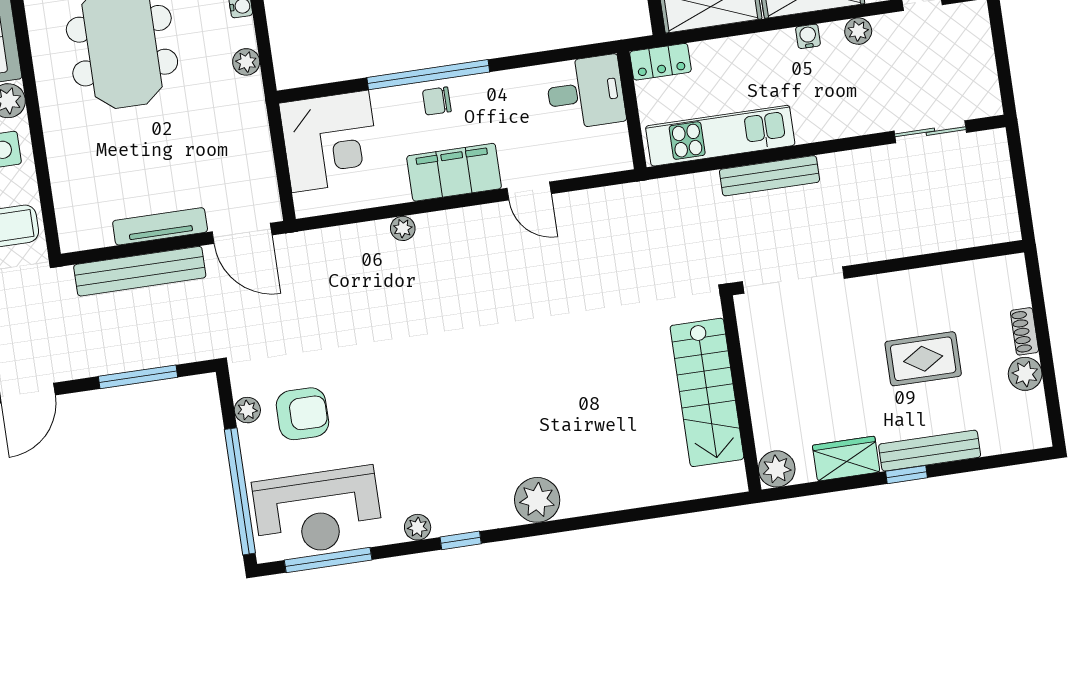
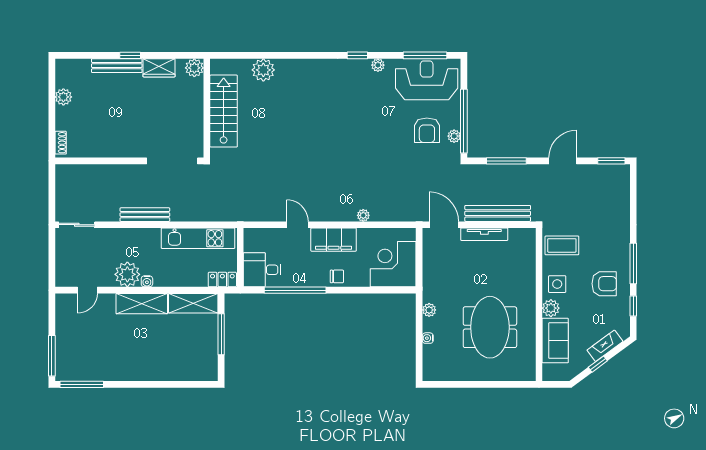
plant: (858, 31) -> (127, 274), width x1.87, depth x1.87
window: (428, 75) -> (295, 290), moved
sliding door: (930, 132) -> (77, 225), moved
bench: (769, 176) -> (145, 215), moved
shoe rack: (1024, 331) -> (61, 143), moved
rug: (923, 359) -> (113, 112), removed
armchair: (302, 414) -> (427, 130), turned -90
window: (240, 491) -> (464, 121), moved
plant: (537, 500) -> (263, 70), moved

